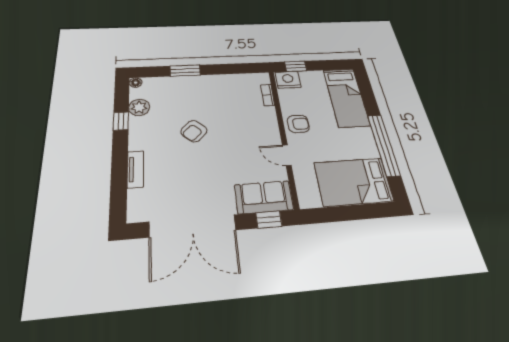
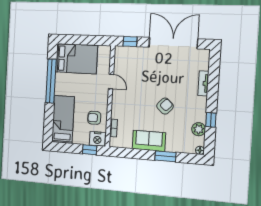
armchair: (298, 124) -> (94, 118), moved
sofa: (264, 197) -> (149, 141), moved, turned 180

